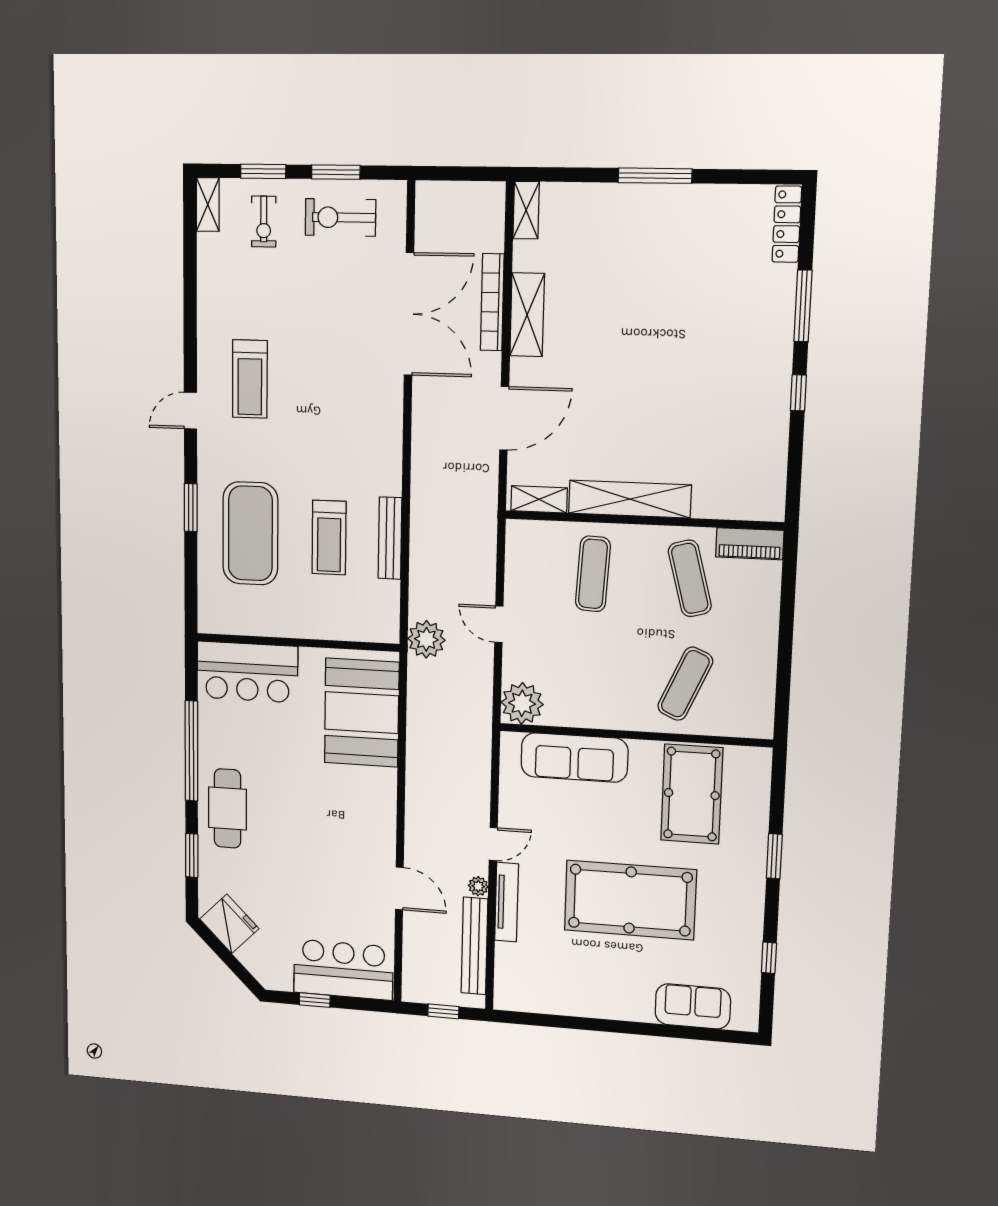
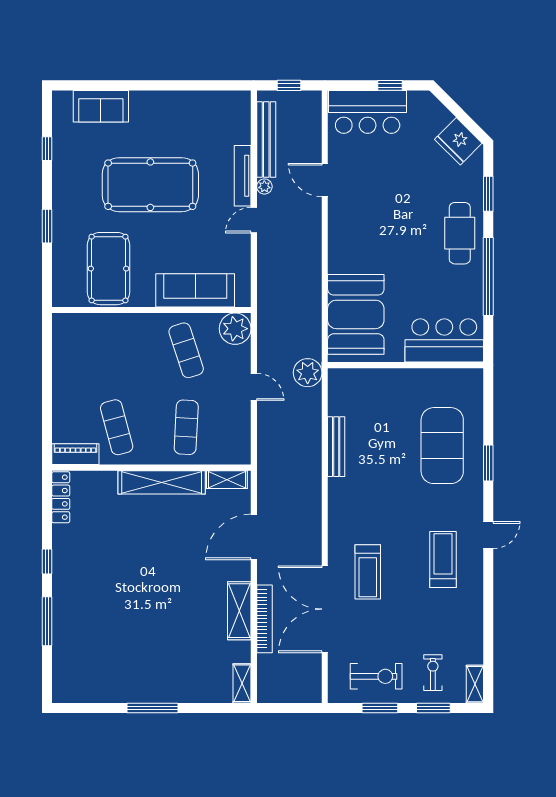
locker: (787, 224) -> (61, 497), moved
treadmill: (329, 538) -> (368, 572), moved, turned 180
exercise mat: (685, 684) -> (186, 350), moved, turned -42

